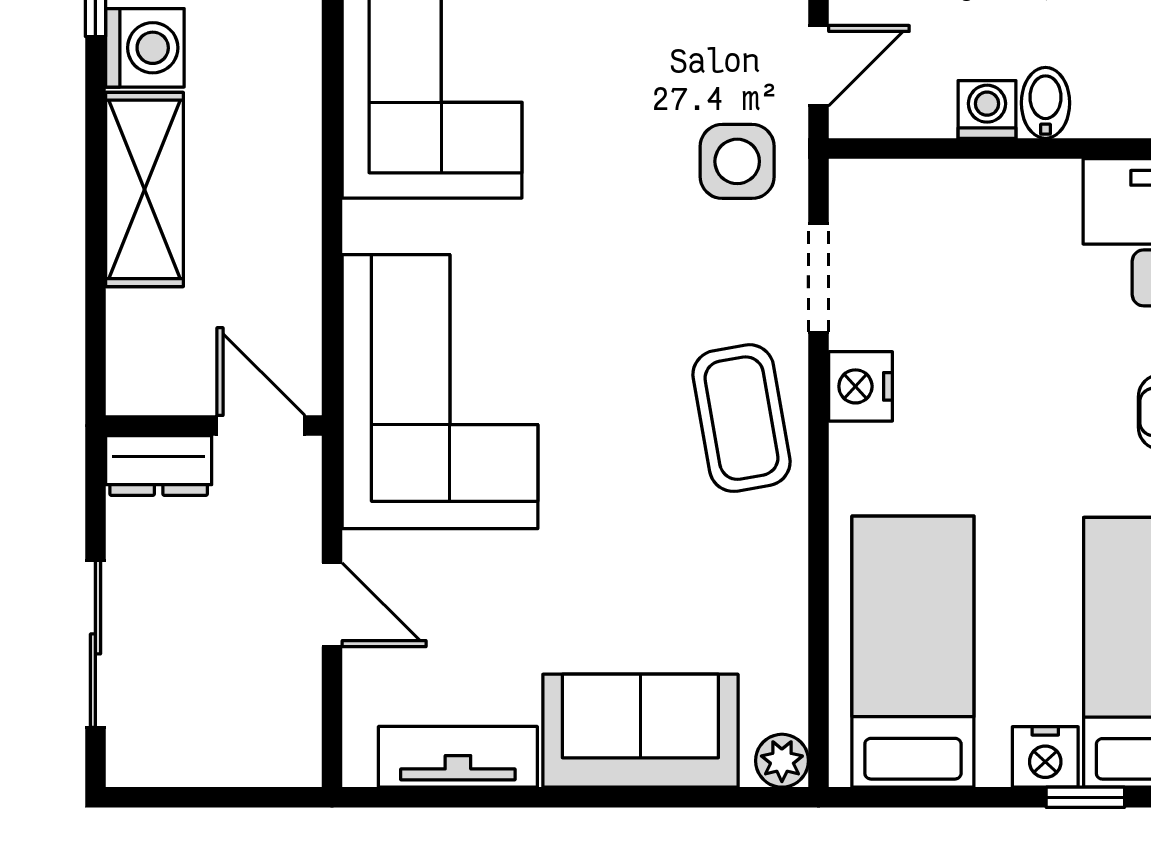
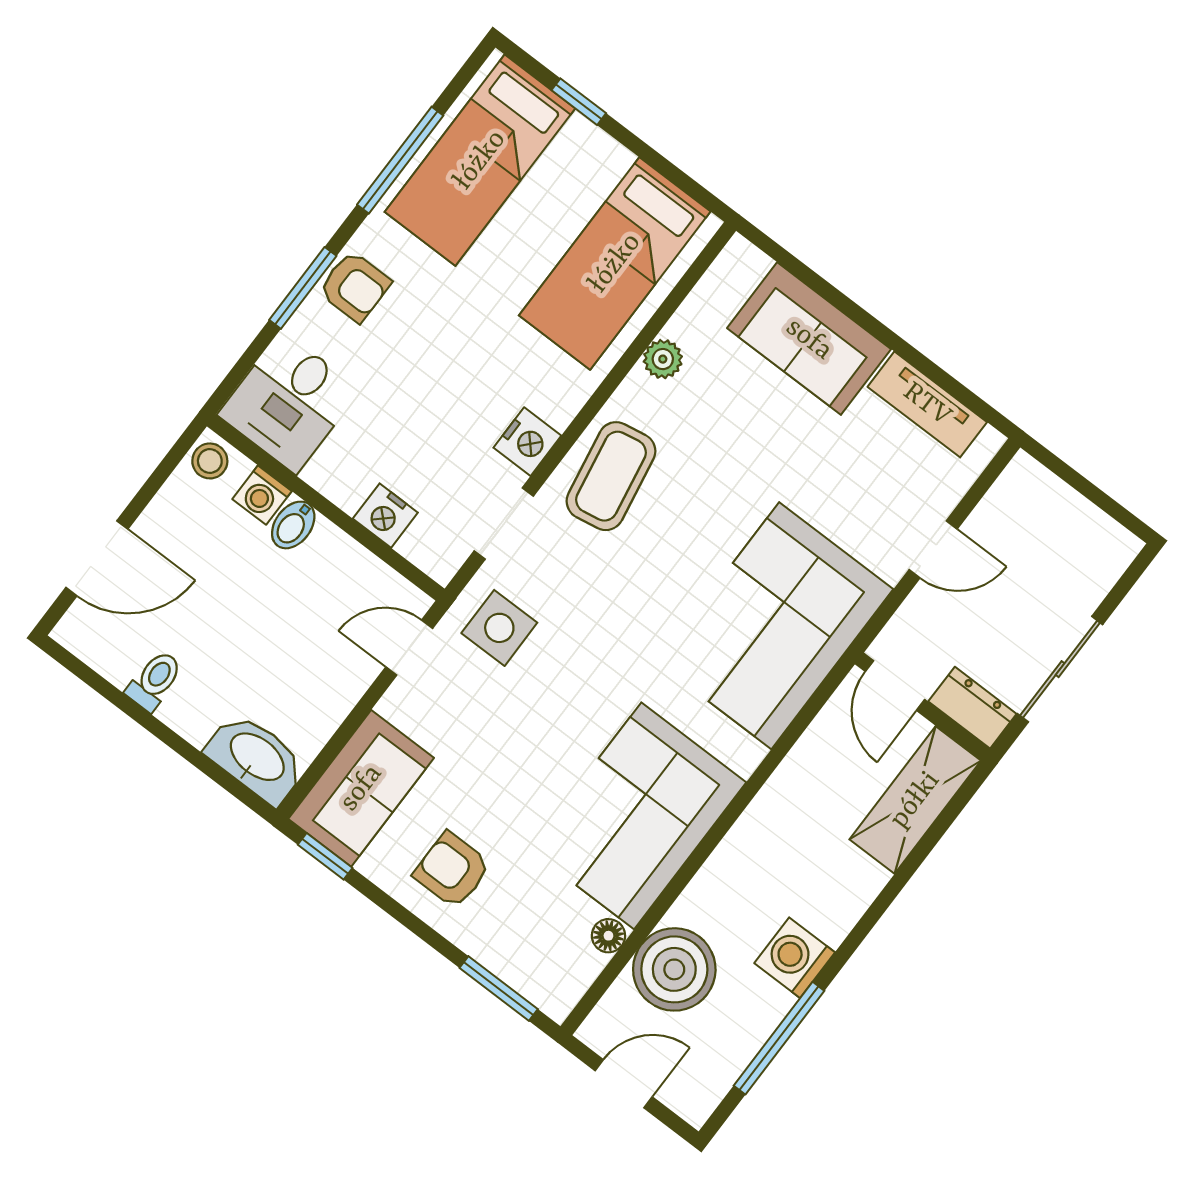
washing machine: (987, 109) -> (262, 495), moved
shelving: (144, 189) -> (915, 800), moved
door: (332, 605) -> (933, 549), swing flipped
sliding door: (95, 644) -> (1060, 669), moved
nightstand: (1045, 757) -> (385, 516), moved, turned 180
plant: (782, 761) -> (663, 359), moved

